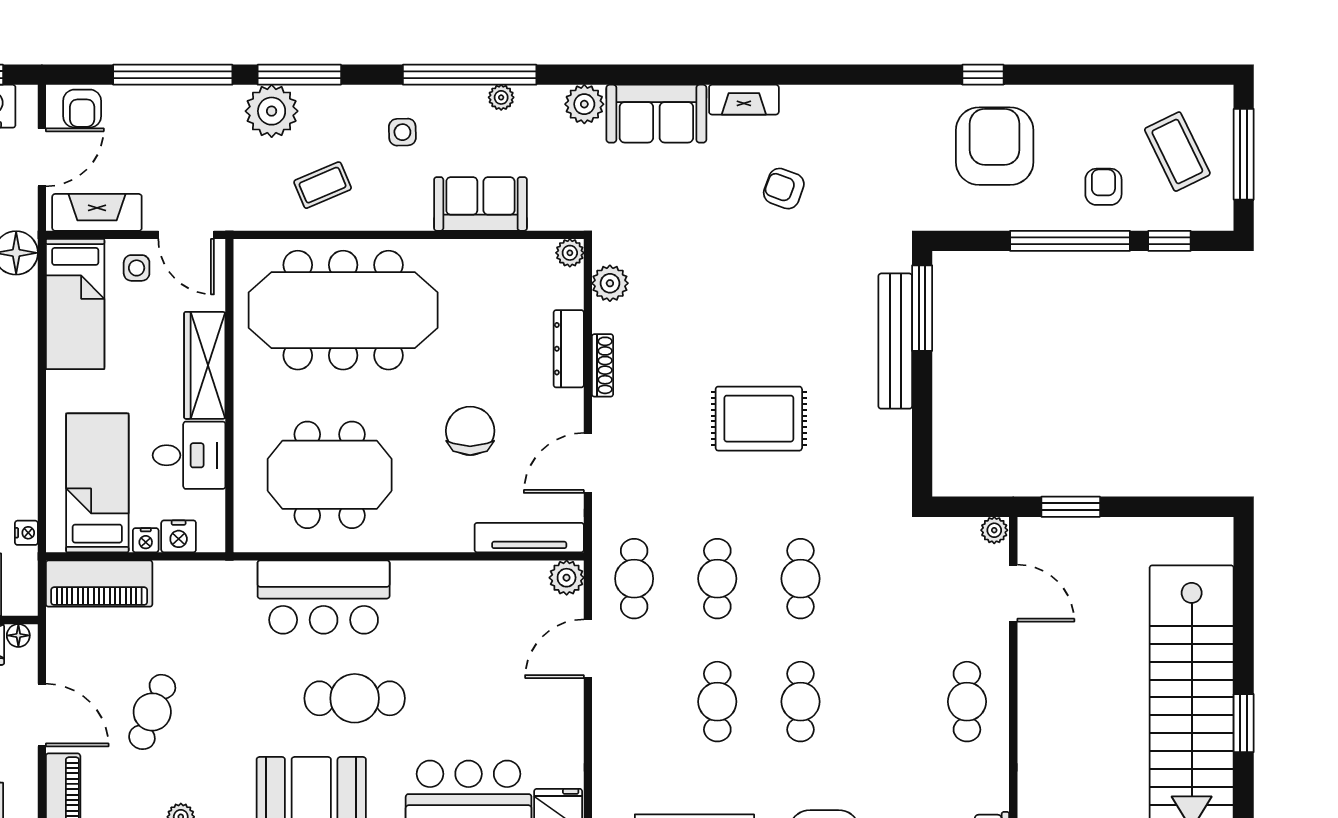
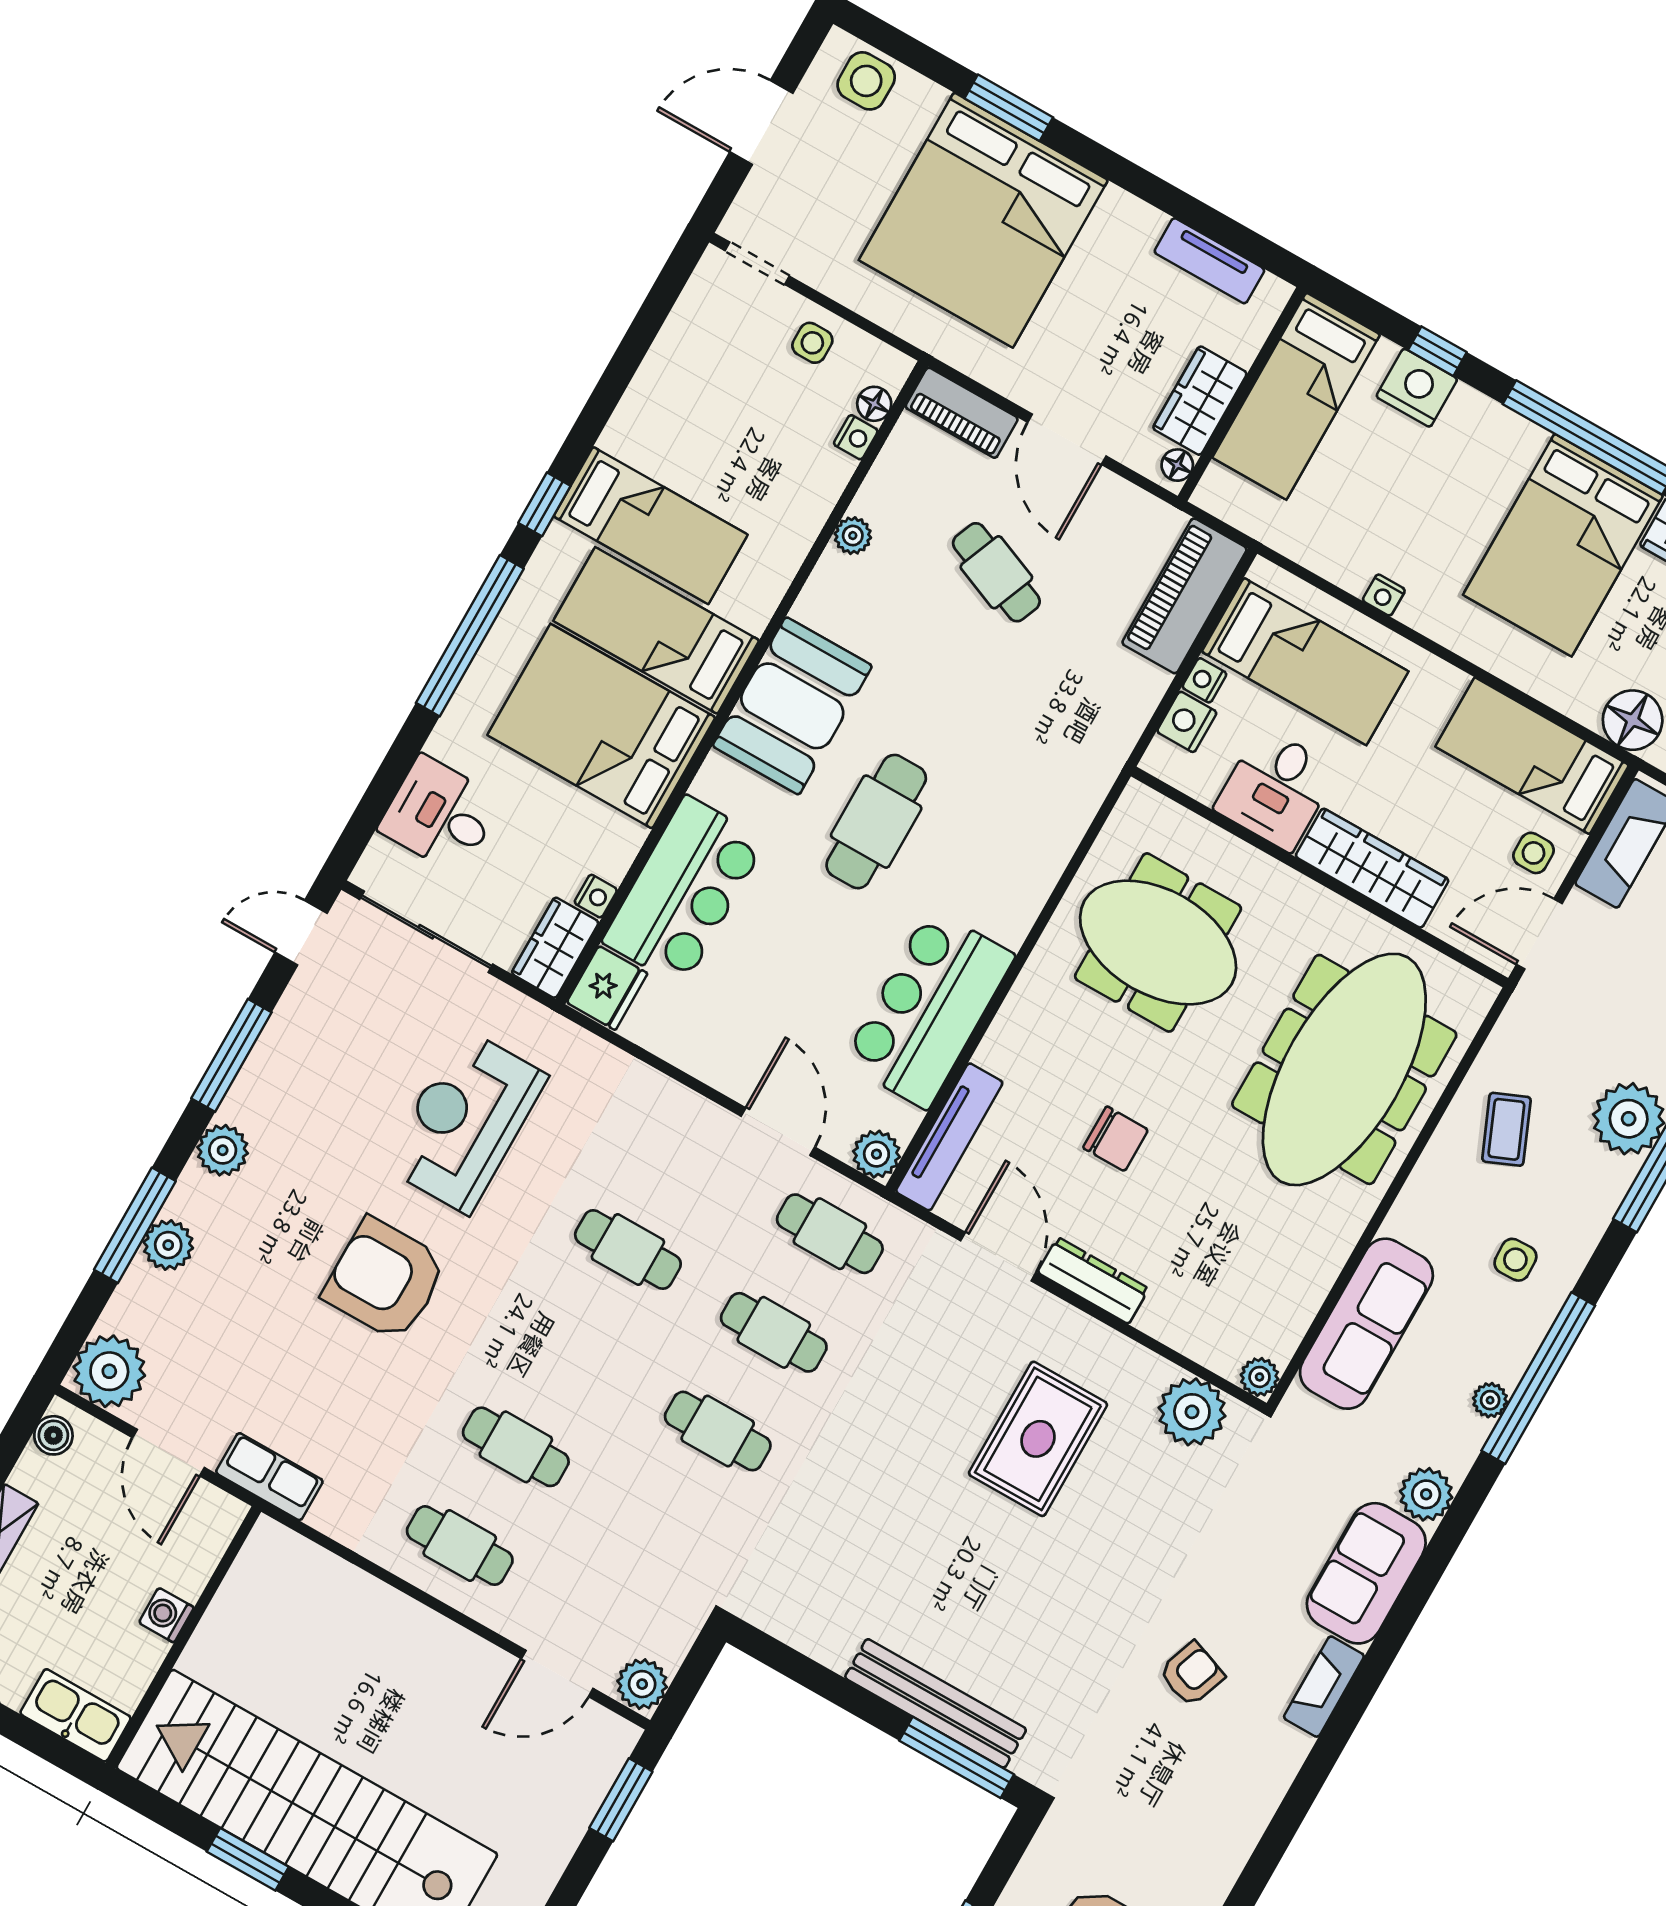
sofa: (480, 204) -> (1366, 1324), width x1.36
plant: (610, 283) -> (1192, 1412), width x1.36, depth x1.36
dresser: (569, 349) -> (1093, 1281), moved
shoe rack: (602, 365) -> (1104, 1340), removed
rug: (759, 419) -> (1038, 1439), moved
chair: (470, 431) -> (1116, 1139), width x0.73, depth x0.73
meeting table: (330, 475) -> (1158, 942), turned 90
plant: (994, 530) -> (642, 1684), width x1.38, depth x1.38
nightstand: (26, 533) -> (1384, 595), moved
bar counter: (324, 597) -> (929, 1009), moved
cafe table: (801, 702) -> (516, 1447), moved
door: (42, 715) -> (1067, 439), hinge flipped

